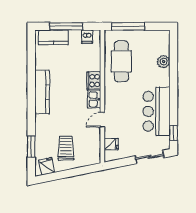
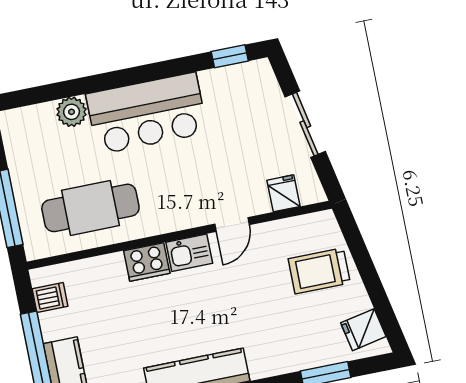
bar counter: (157, 111) -> (147, 113), moved
door: (102, 120) -> (232, 224), hinge flipped
trolley: (66, 148) -> (319, 271), moved
sliding door: (150, 157) -> (305, 124), moved

